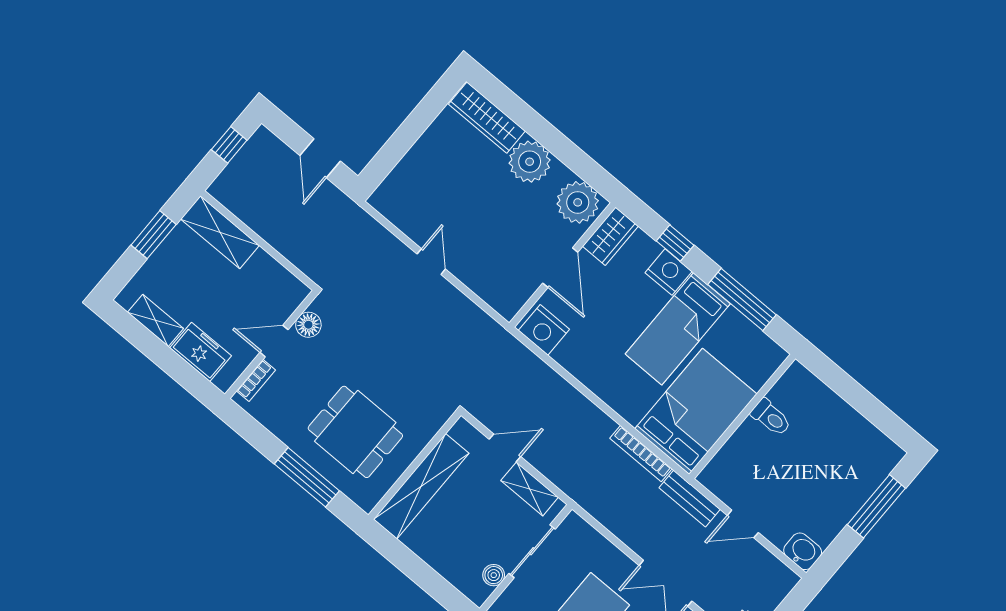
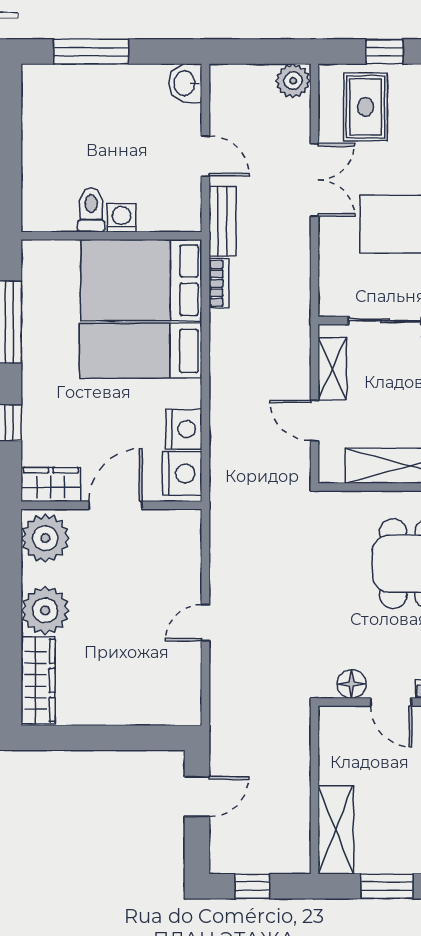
nightstand: (669, 272) -> (184, 429), moved, turned 180
bed: (678, 329) -> (141, 351), moved, turned 180
washing machine: (749, 433) -> (121, 218), added
bookcase: (641, 454) -> (219, 283), width x0.64

